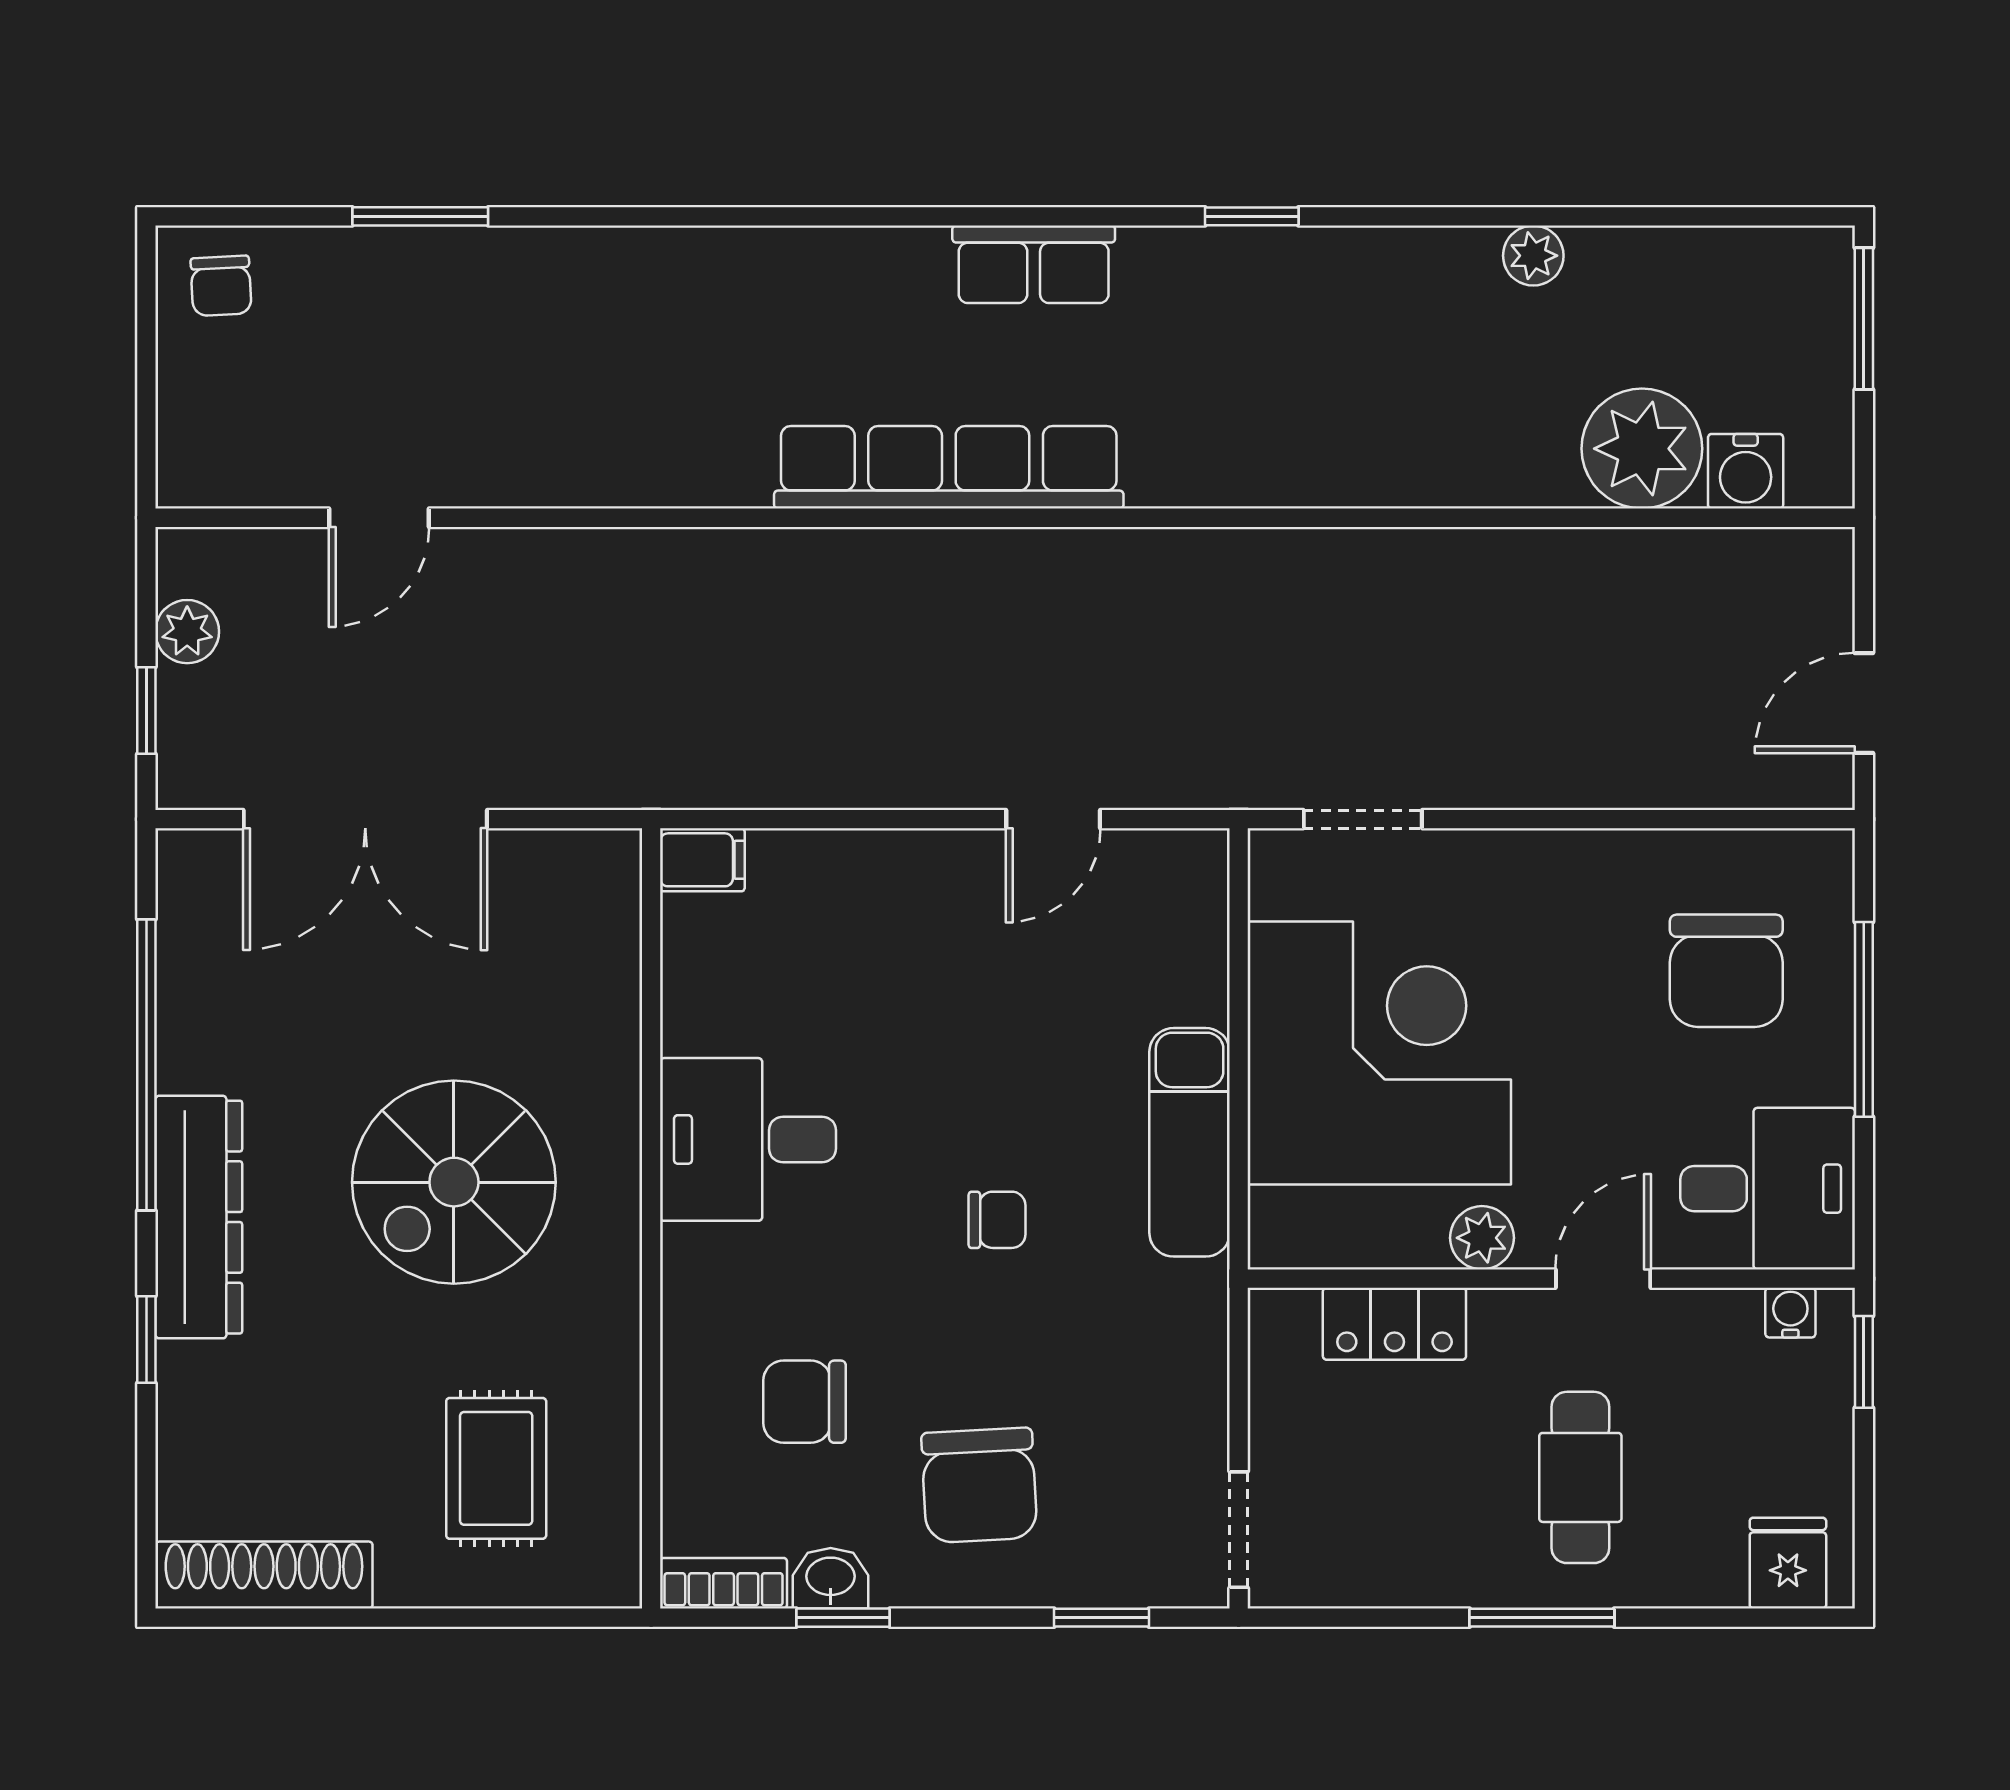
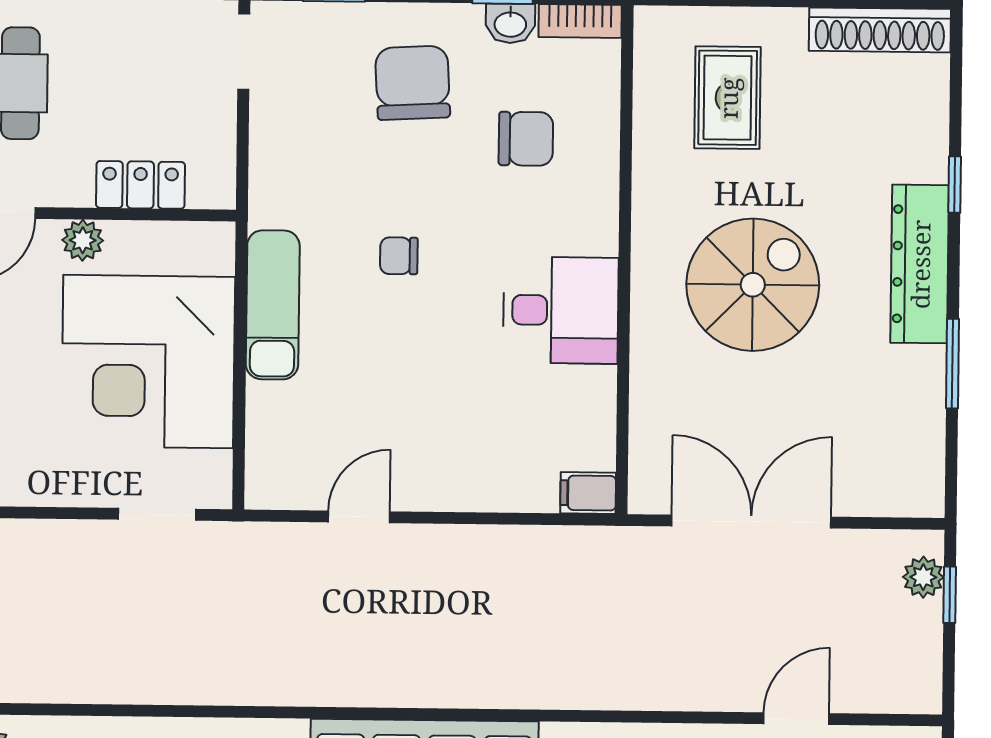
plant: (187, 632) -> (923, 577), moved
double door: (365, 819) -> (751, 522), moved
window: (146, 1065) -> (952, 364), width x0.47

